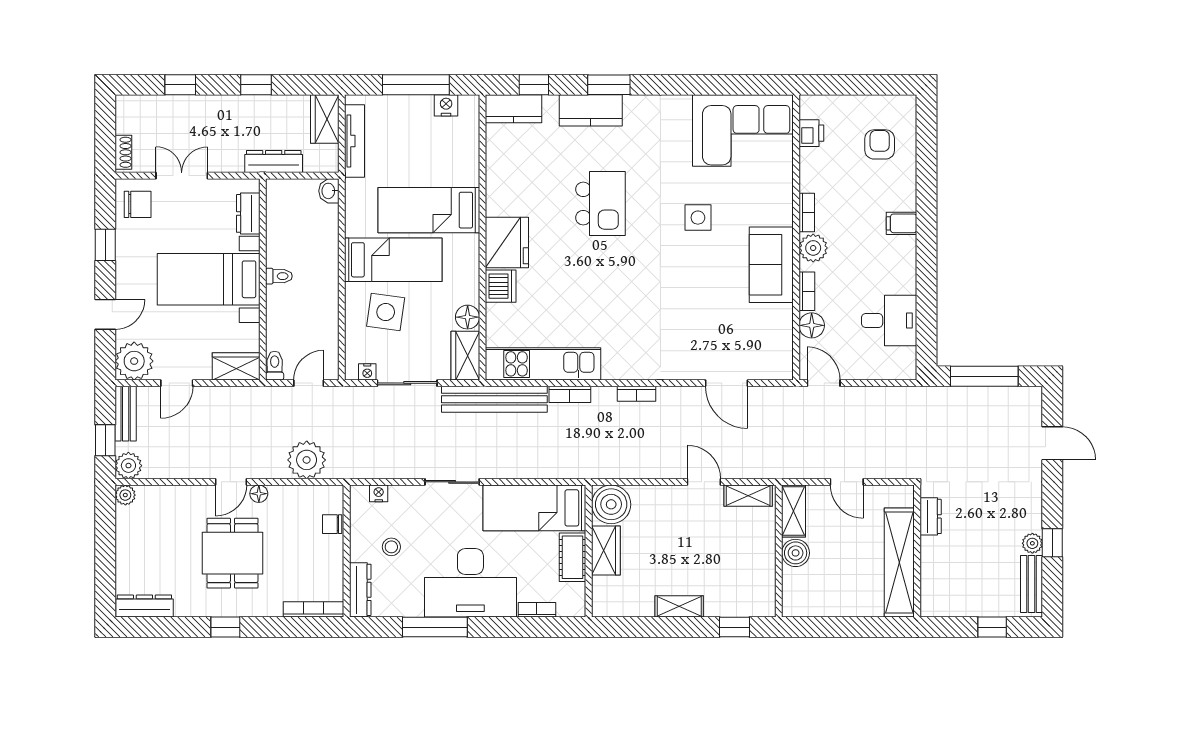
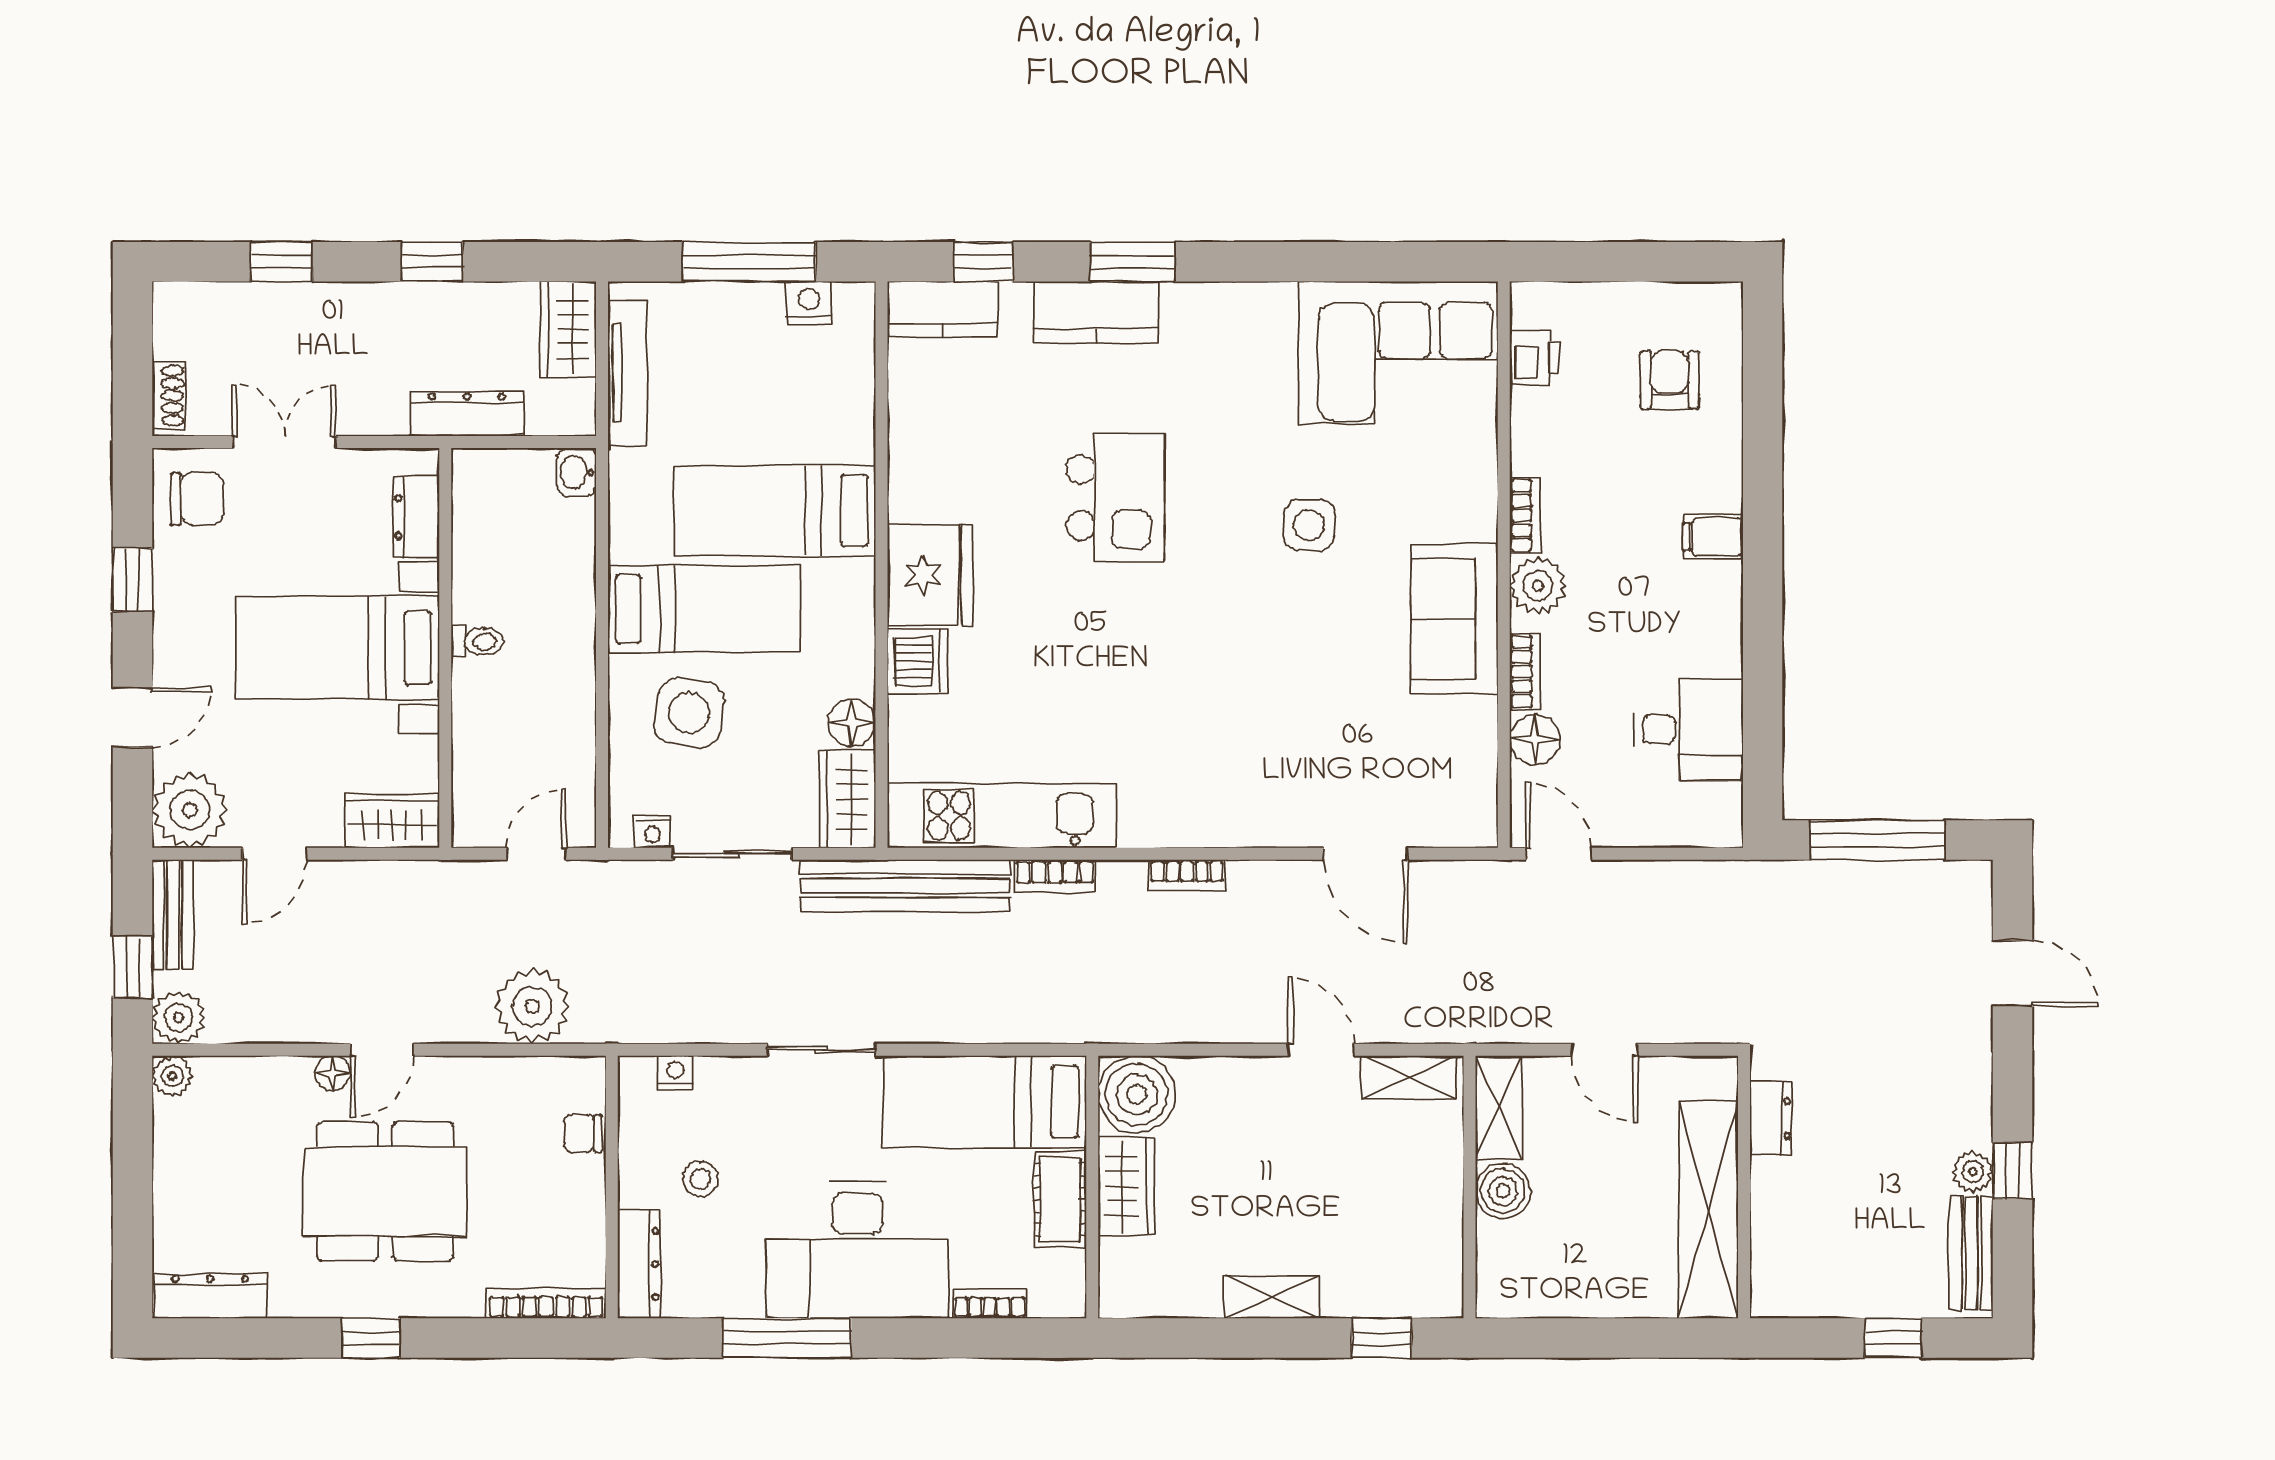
toilet: (275, 366) -> (469, 819), removed
floor lamp: (259, 494) -> (333, 1073), moved
dining table: (232, 553) -> (385, 1191), width x1.38

